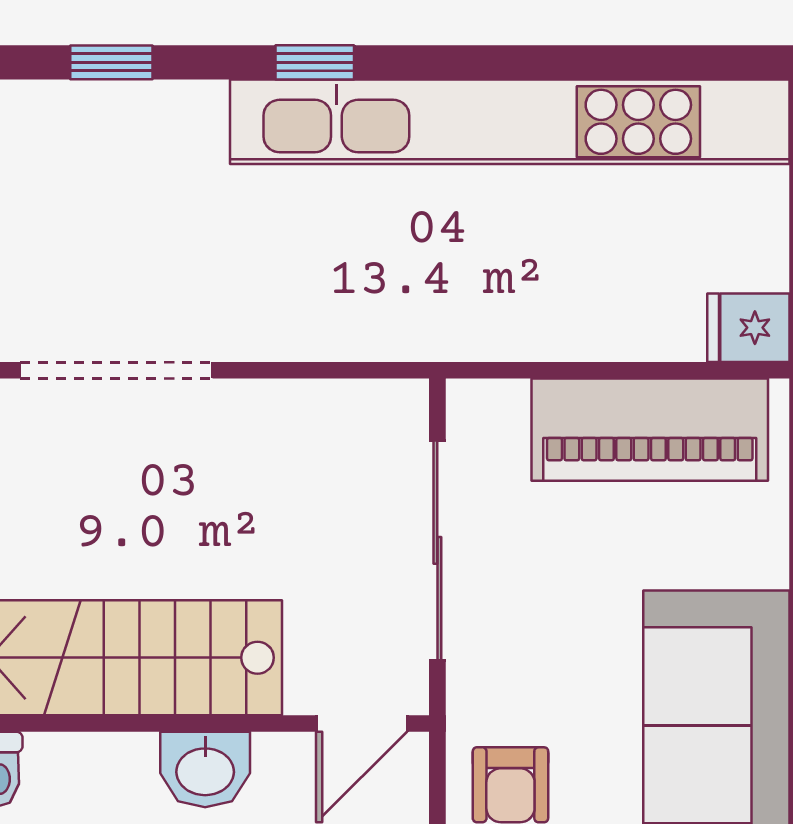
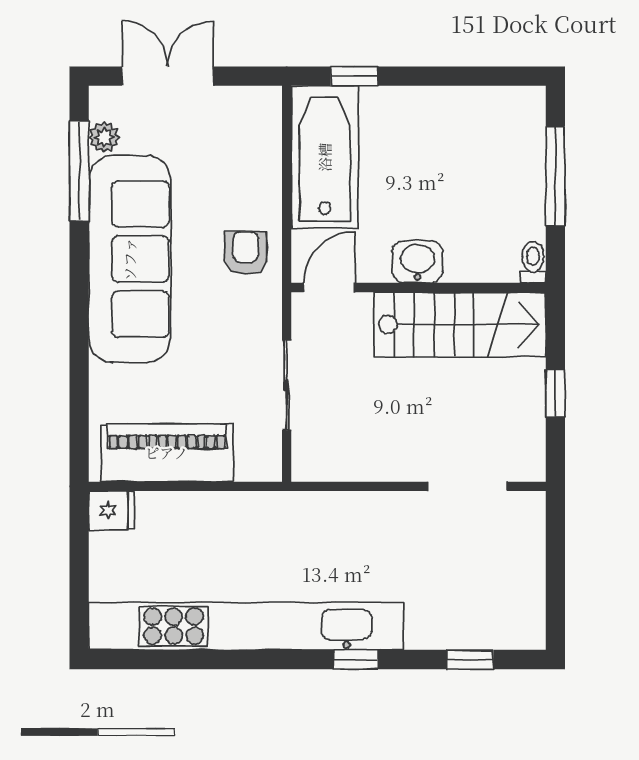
doorway: (116, 370) -> (467, 486), width x0.73
sliding door: (437, 550) -> (287, 385), width x0.73

